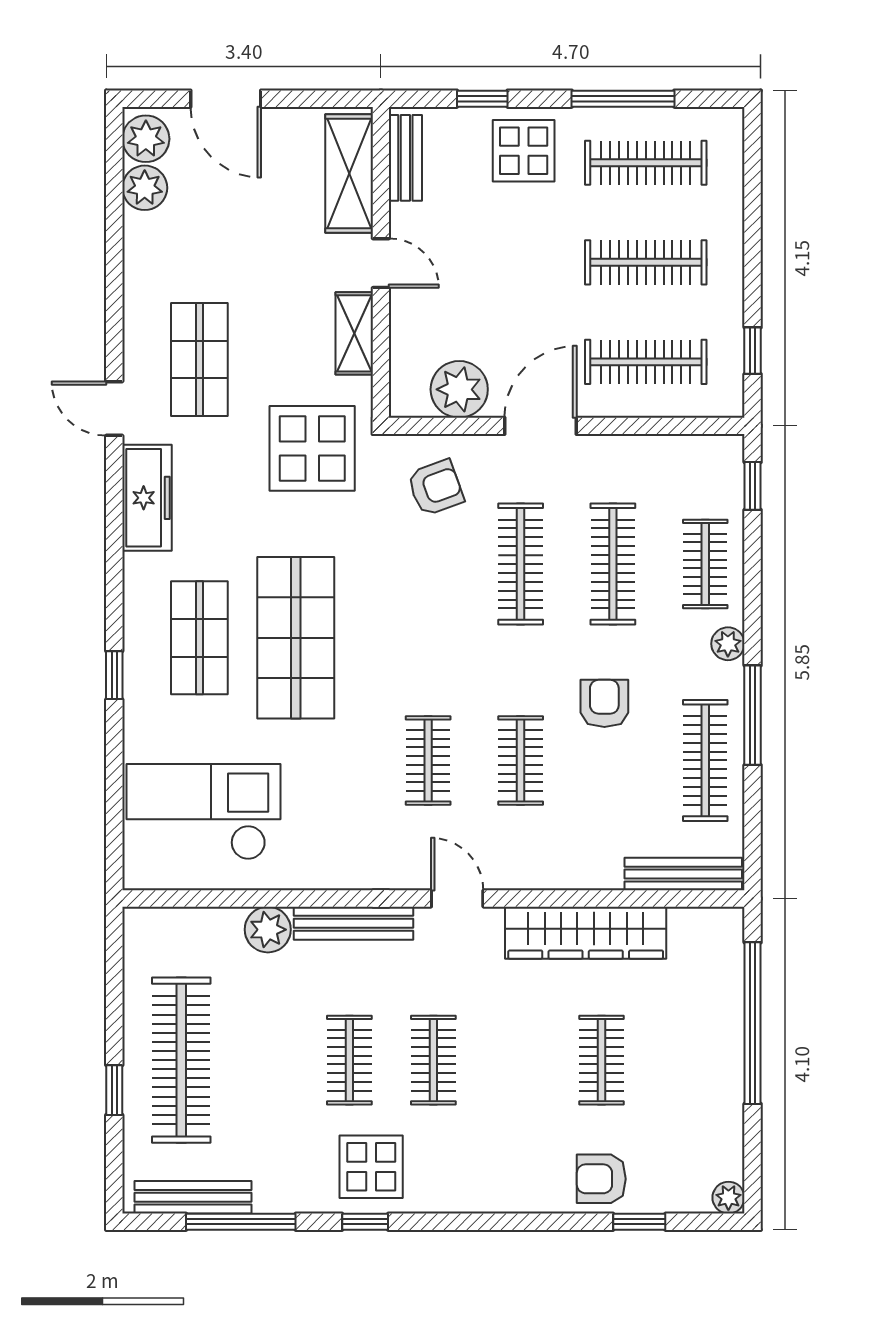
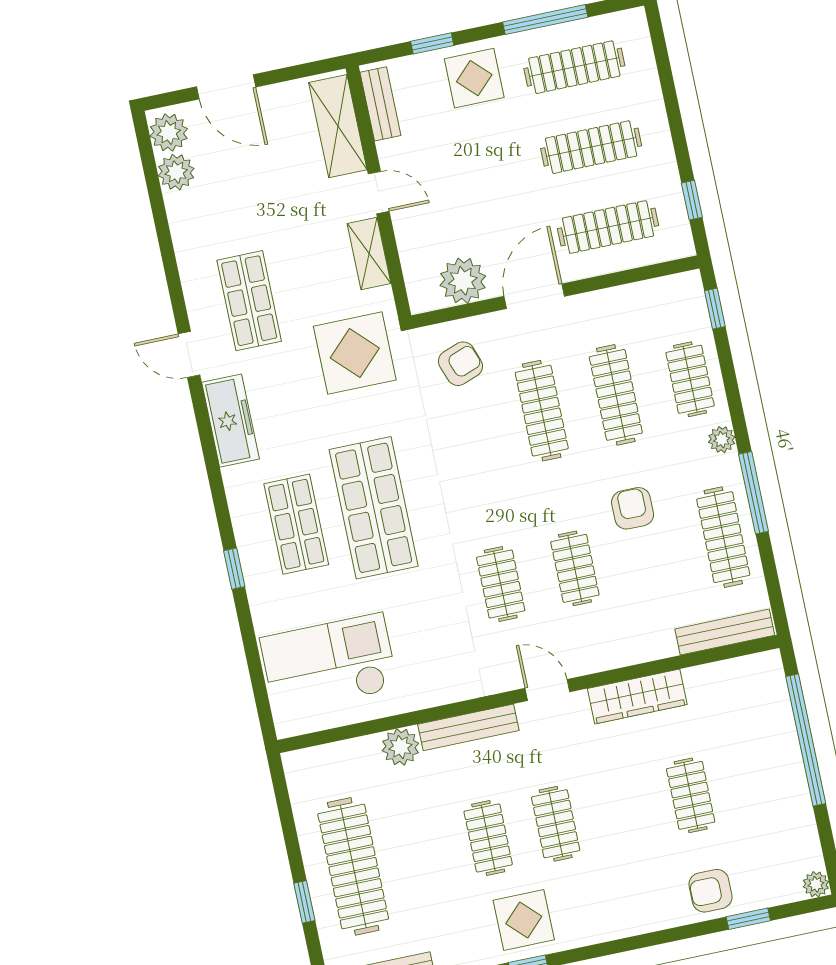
wardrobe: (586, 933) -> (637, 696), width x0.71, depth x0.85

